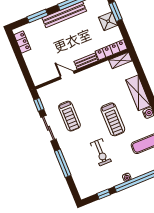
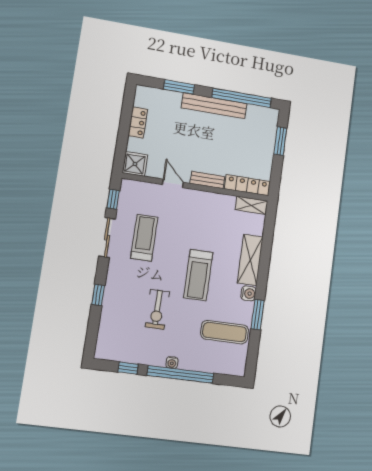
shower: (108, 21) -> (135, 164), moved
locker: (22, 42) -> (138, 122), moved
treadmill: (69, 116) -> (144, 238), turned 180
window: (63, 163) -> (98, 295), width x0.46

